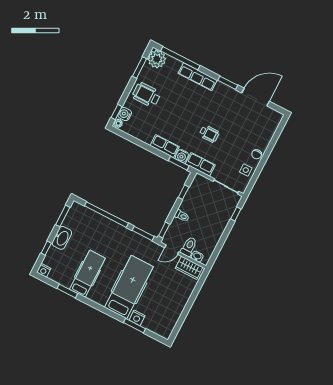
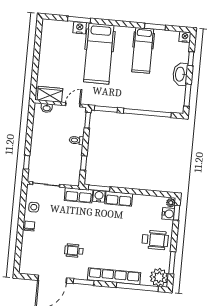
row of seats: (198, 77) -> (114, 276), width x1.36
wheelchair: (209, 134) -> (74, 251), moved
toilet: (189, 247) -> (58, 114), removed

